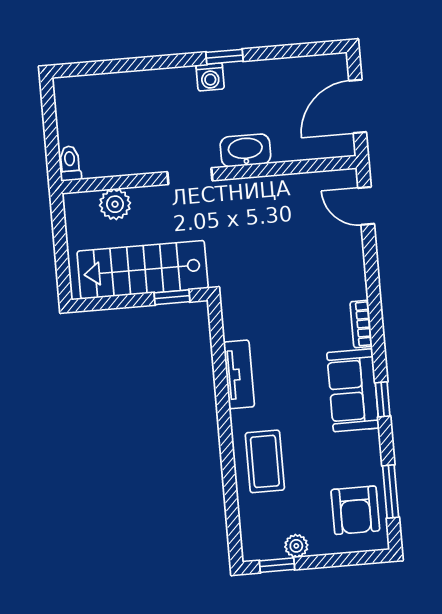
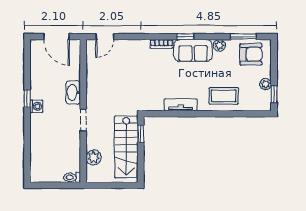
window: (383, 399) -> (185, 37), moved
plant: (368, 444) -> (219, 45), added

